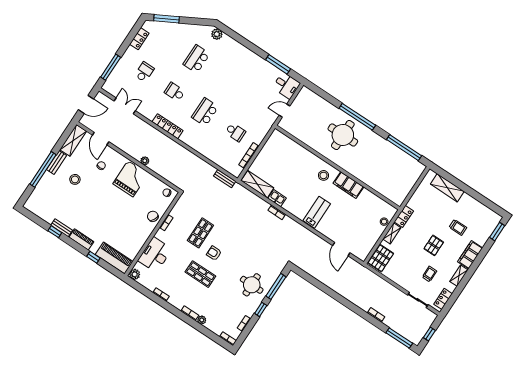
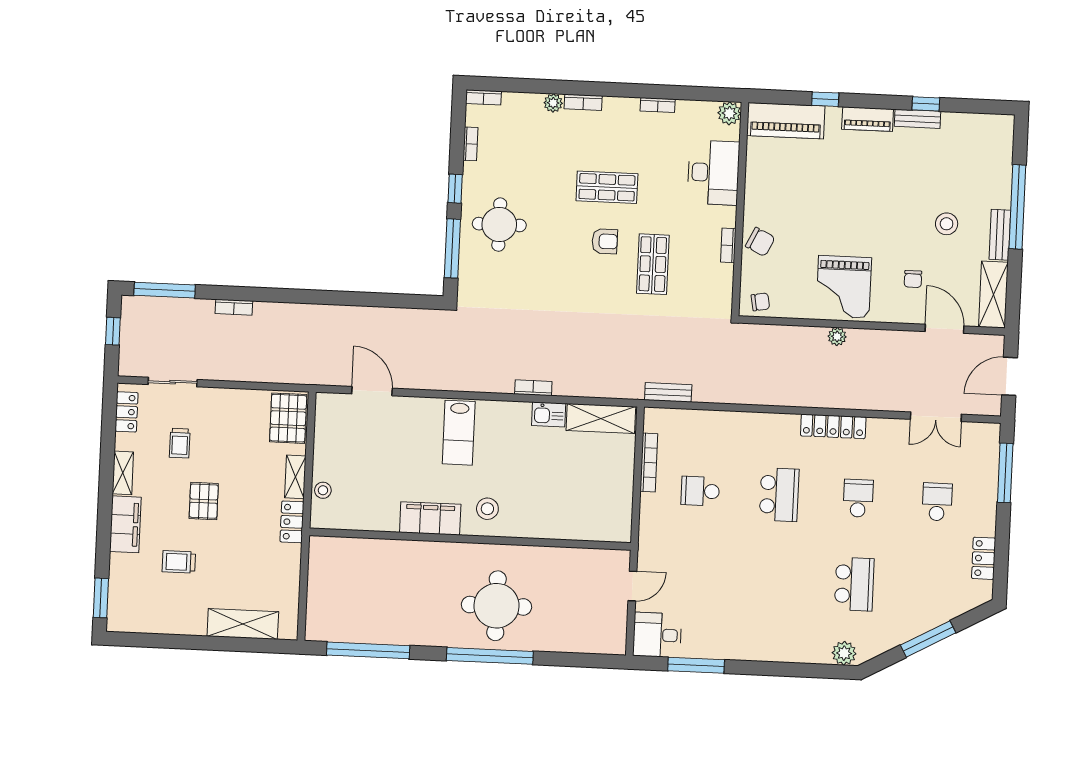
window: (166, 19) -> (928, 639), moved
school desk: (144, 72) -> (937, 502), turned 180
school desk: (175, 92) -> (858, 498), turned -90

